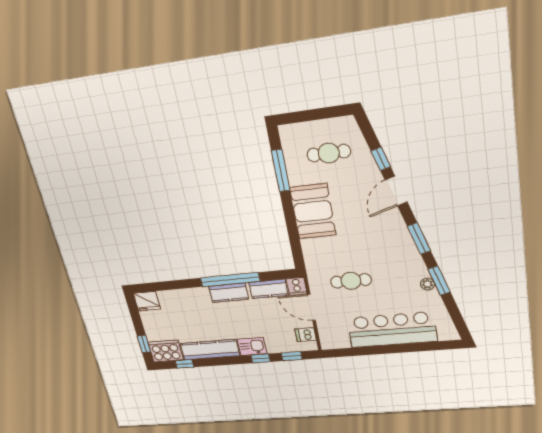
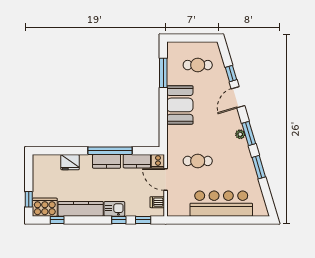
plant: (428, 284) -> (240, 134), moved
fridge: (147, 301) -> (70, 162), moved

